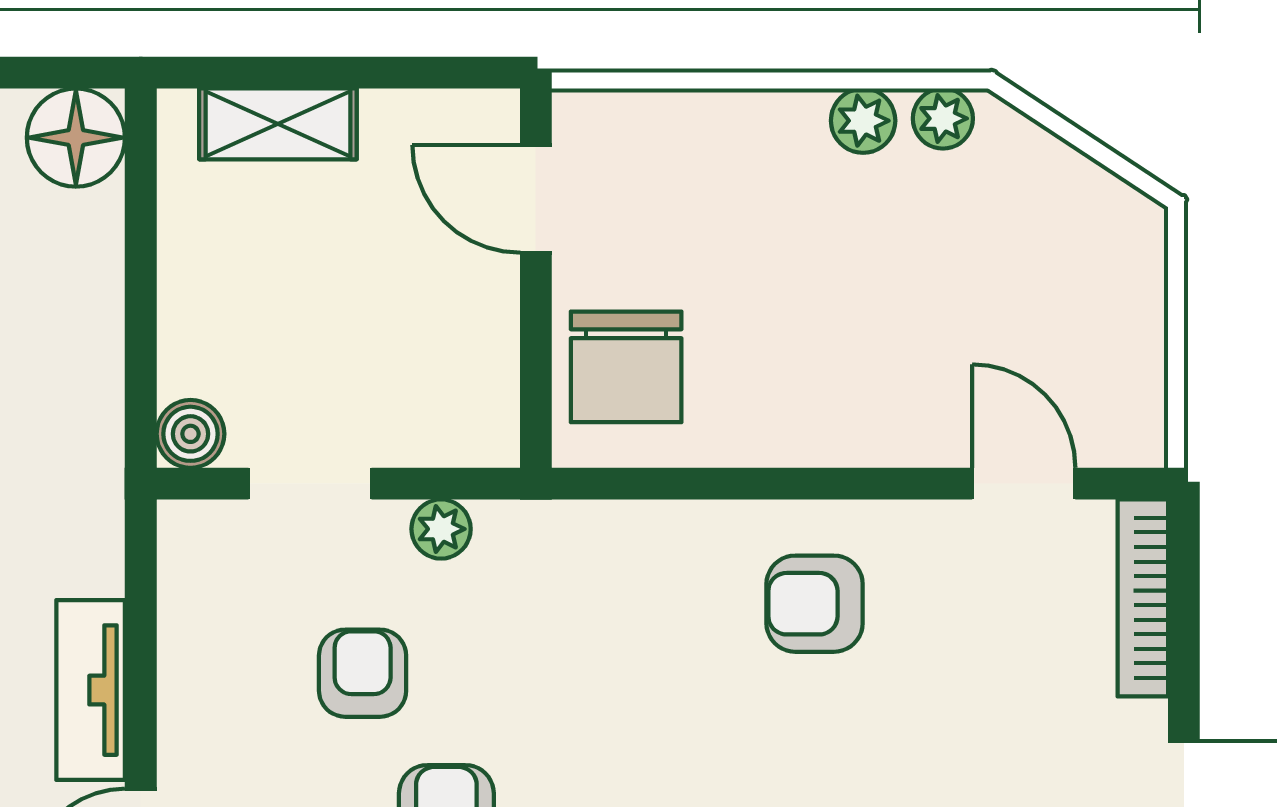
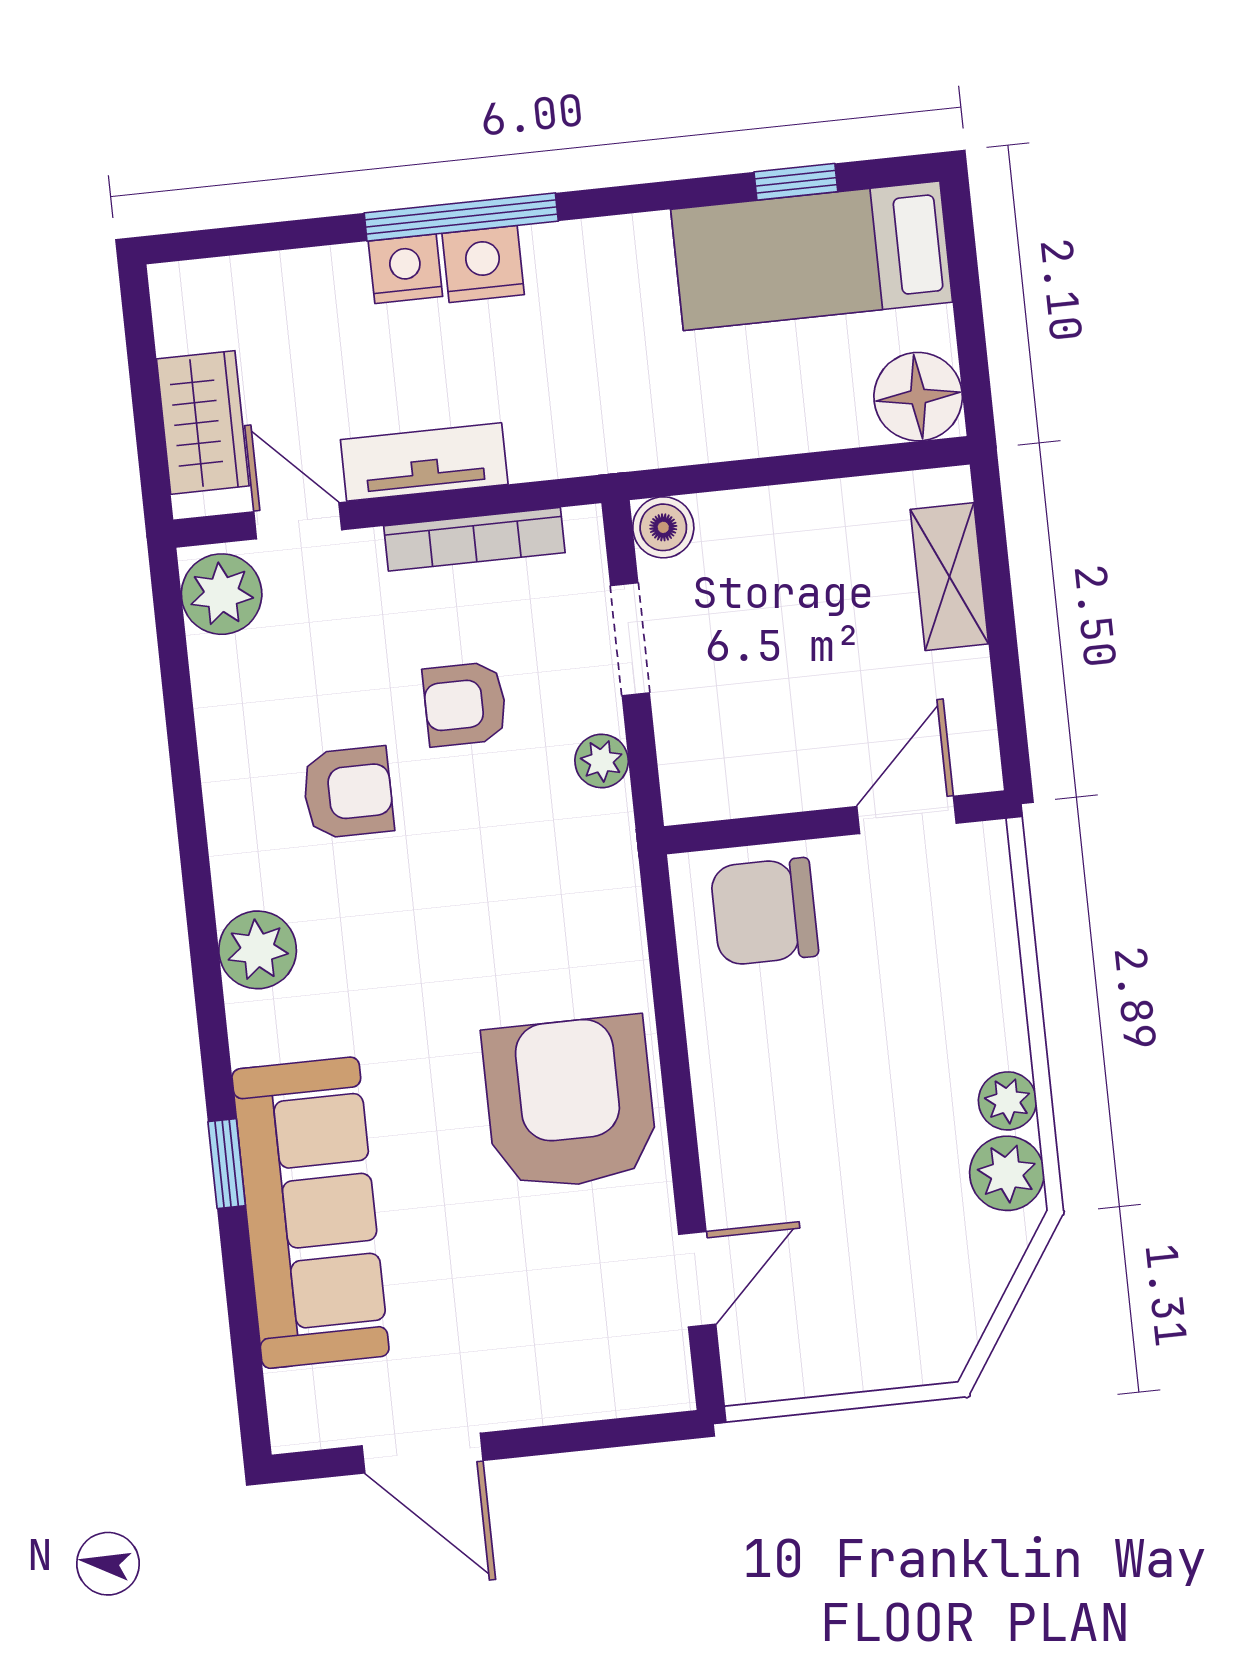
plant: (943, 118) -> (1007, 1173), width x1.38, depth x1.38
bookcase: (1143, 598) -> (474, 539), moved, turned 180
armchair: (815, 604) -> (570, 1103), width x1.88, depth x1.88
armchair: (363, 673) -> (465, 704), turned 180

